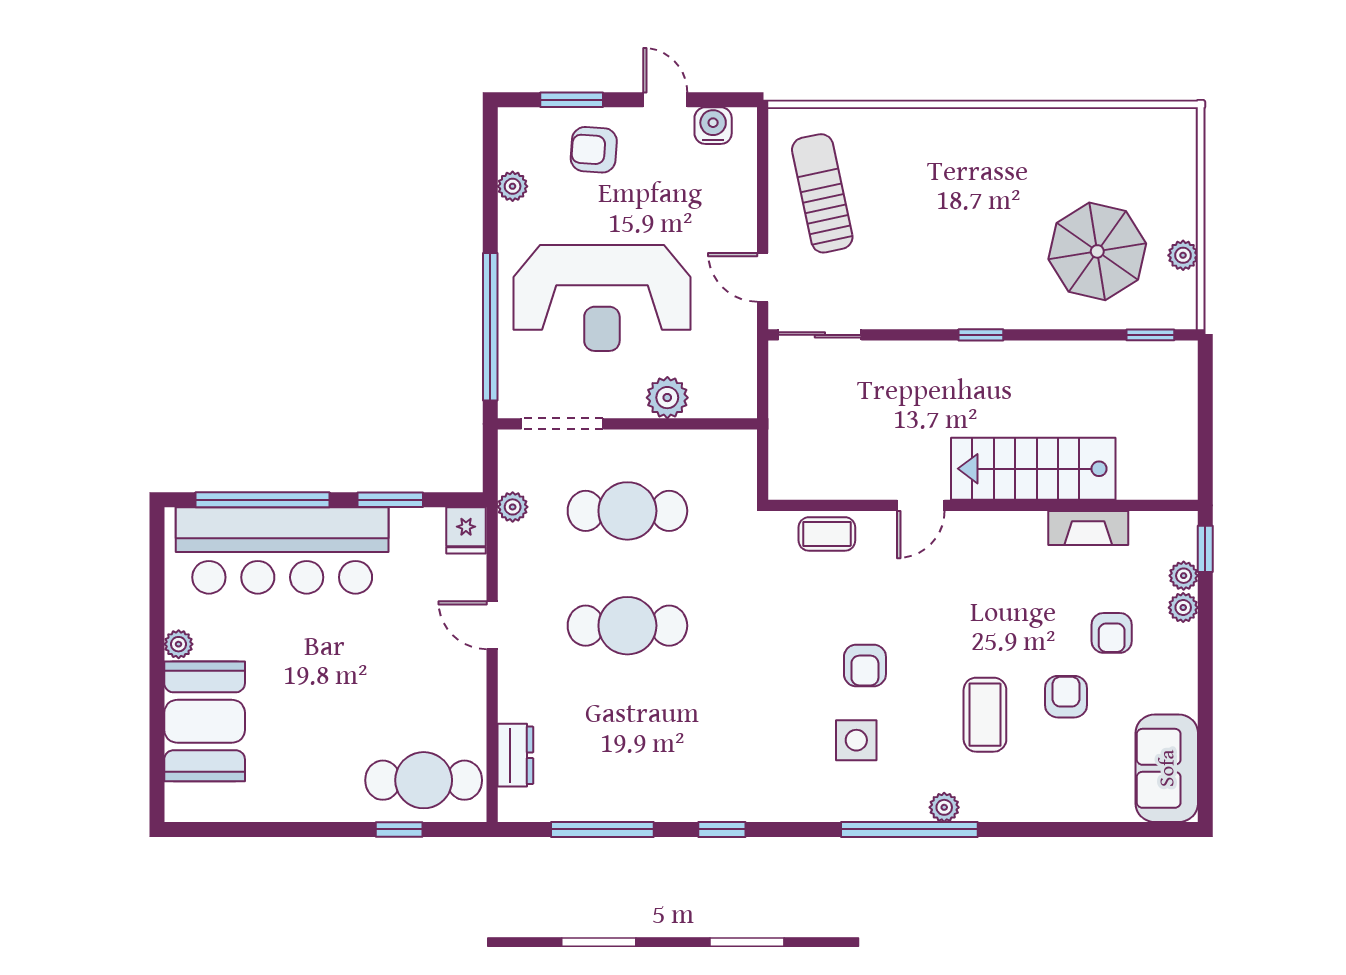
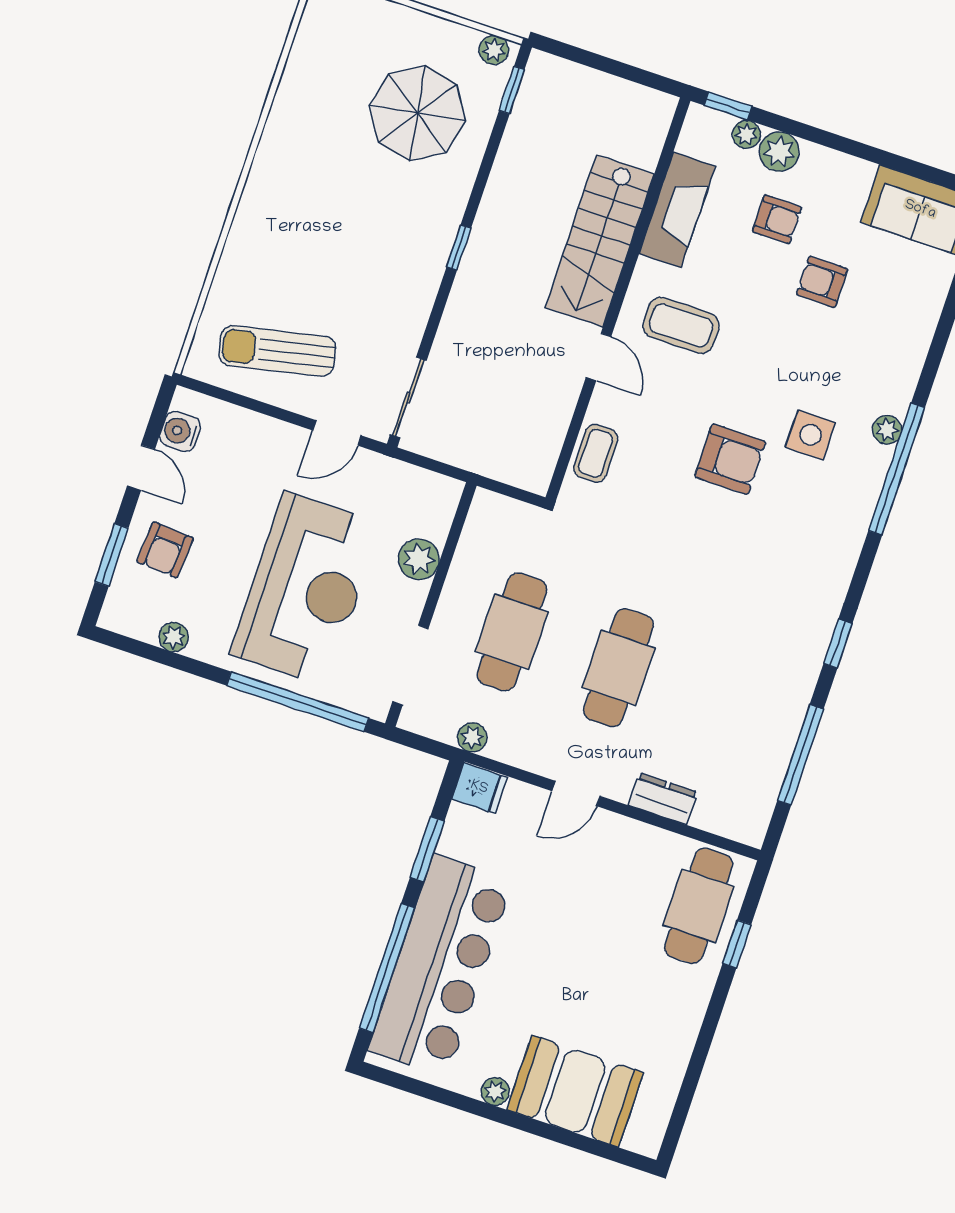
door: (665, 100) -> (141, 468), swing flipped
plant: (1183, 255) -> (494, 50), moved
fireplace: (1088, 528) -> (677, 210), width x1.37, depth x1.32
plant: (1183, 608) -> (779, 152), width x1.38, depth x1.38
armchair: (865, 665) -> (730, 459), width x1.38, depth x1.38
coffee table: (985, 715) -> (681, 325), moved
side table: (856, 740) -> (810, 435), moved
dresser: (515, 755) -> (663, 799), moved

